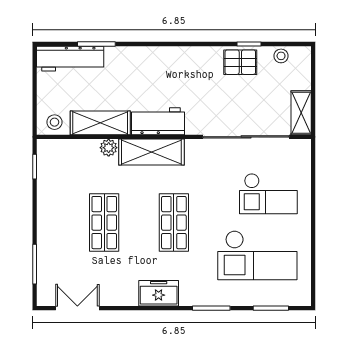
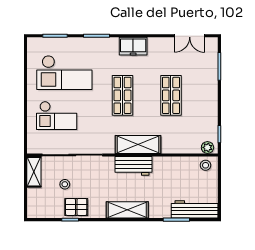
stool: (281, 56) -> (65, 184), moved
shelving: (100, 123) -> (127, 210), moved
plant: (109, 148) -> (207, 147), moved
checkout: (268, 194) -> (57, 115), turned 180
checkout: (257, 255) -> (64, 73), turned 180

